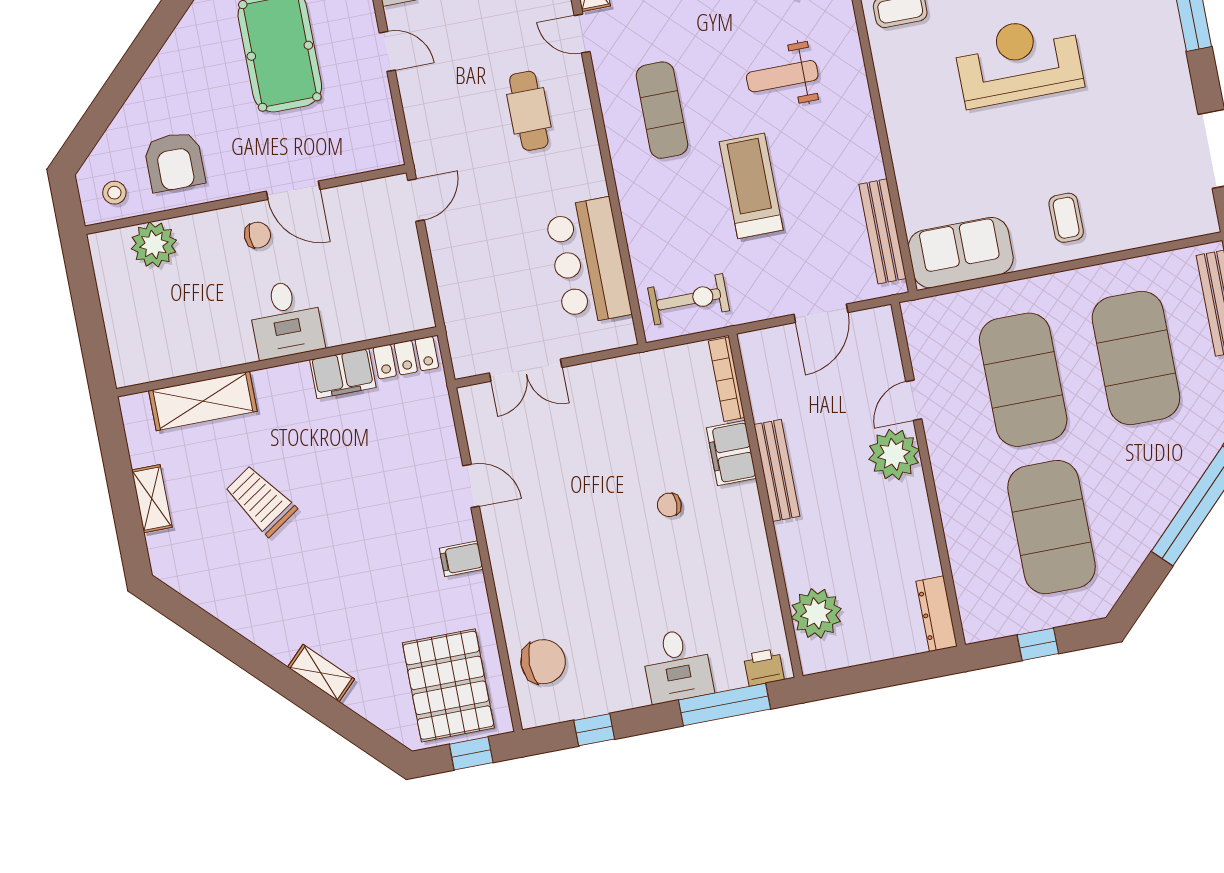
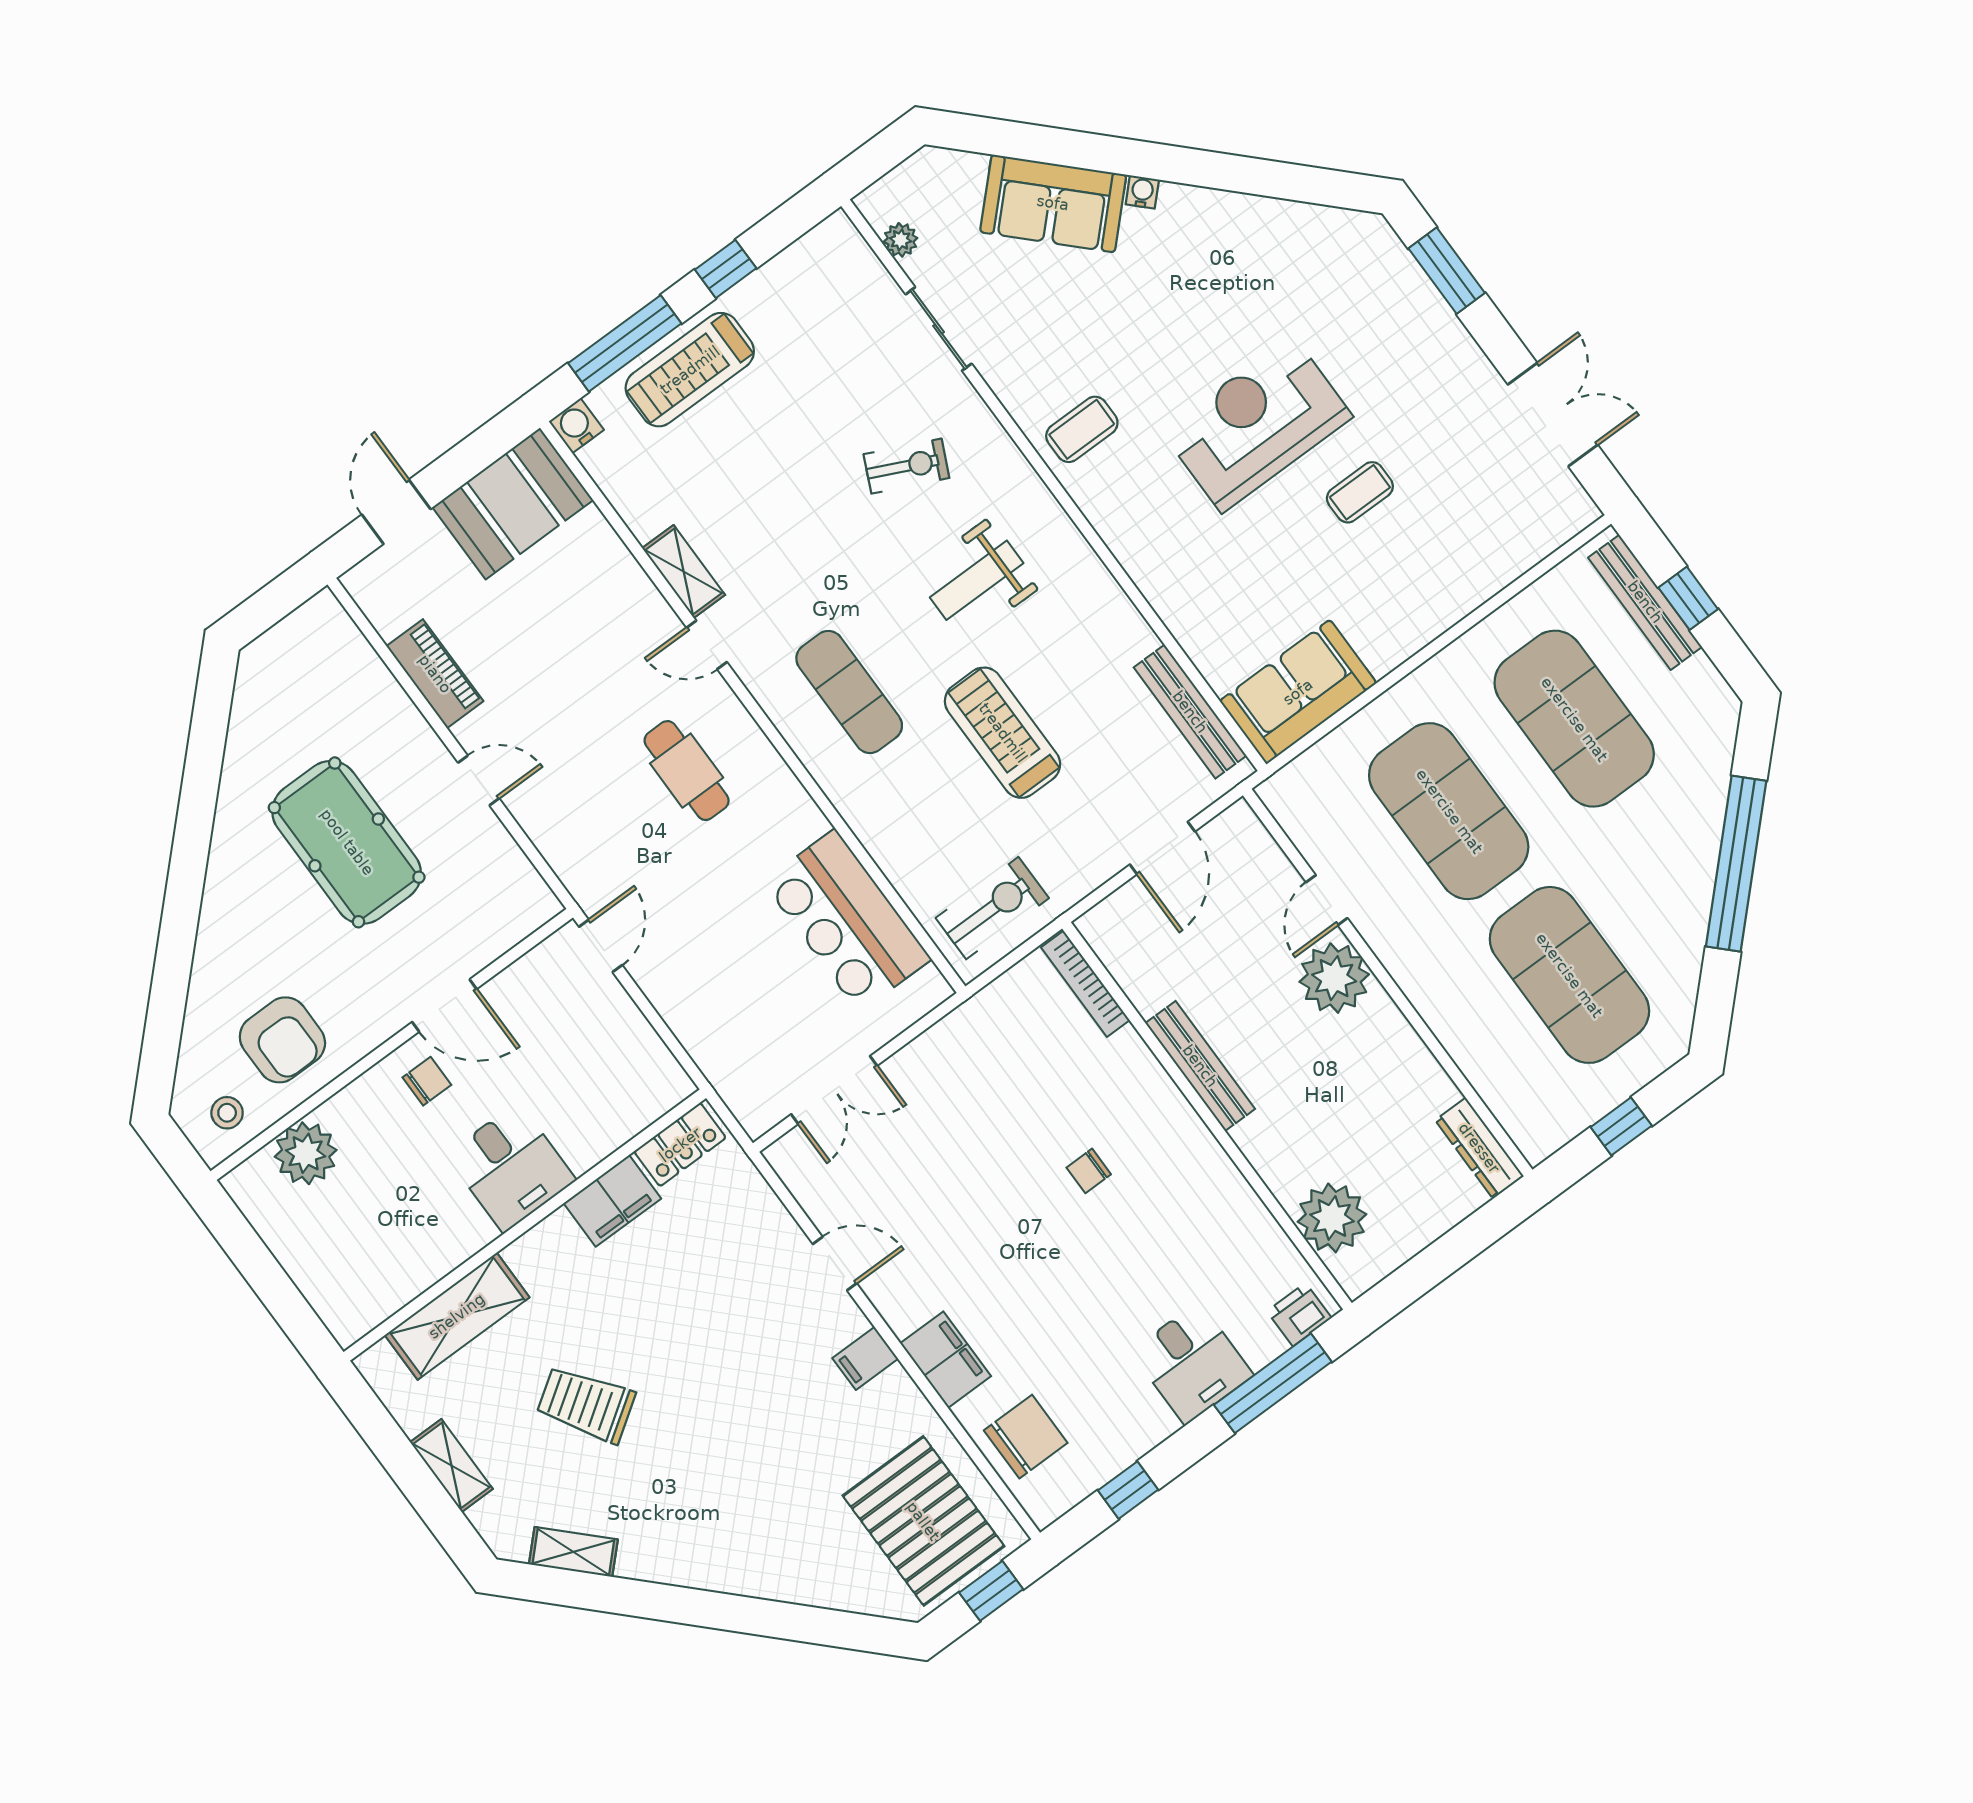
coffee table: (1066, 218) -> (1360, 492), moved, turned 90
filing cabinet: (731, 453) -> (946, 1360), moved, turned 180
shelving: (321, 673) -> (573, 1552), moved

